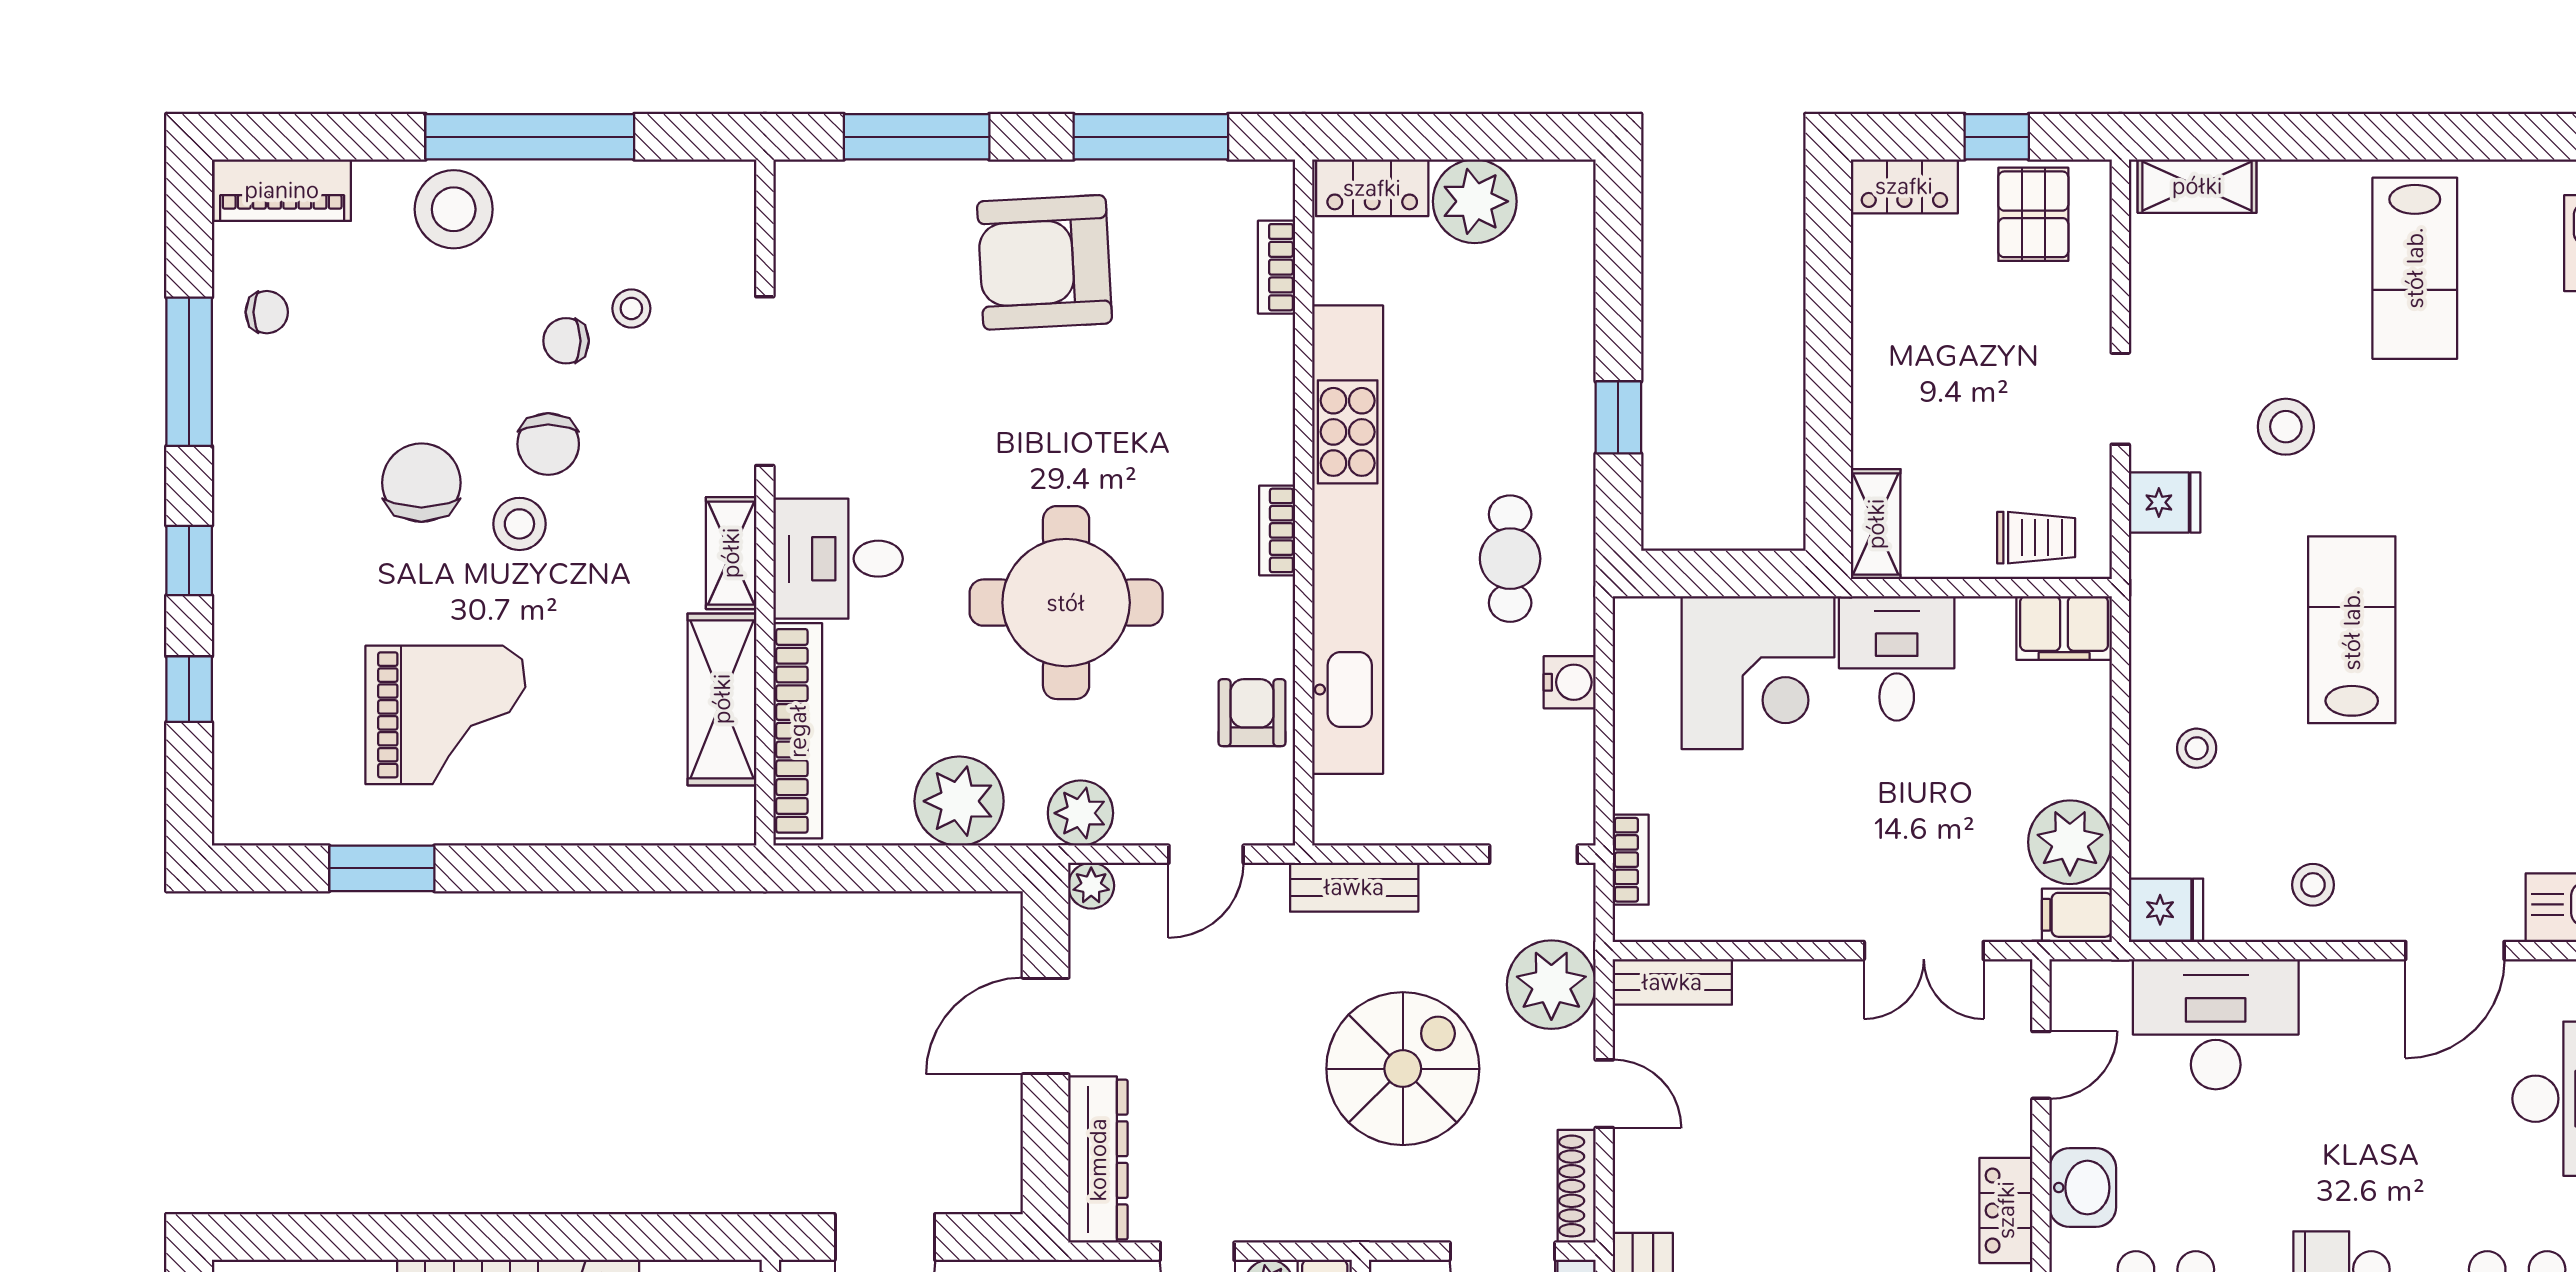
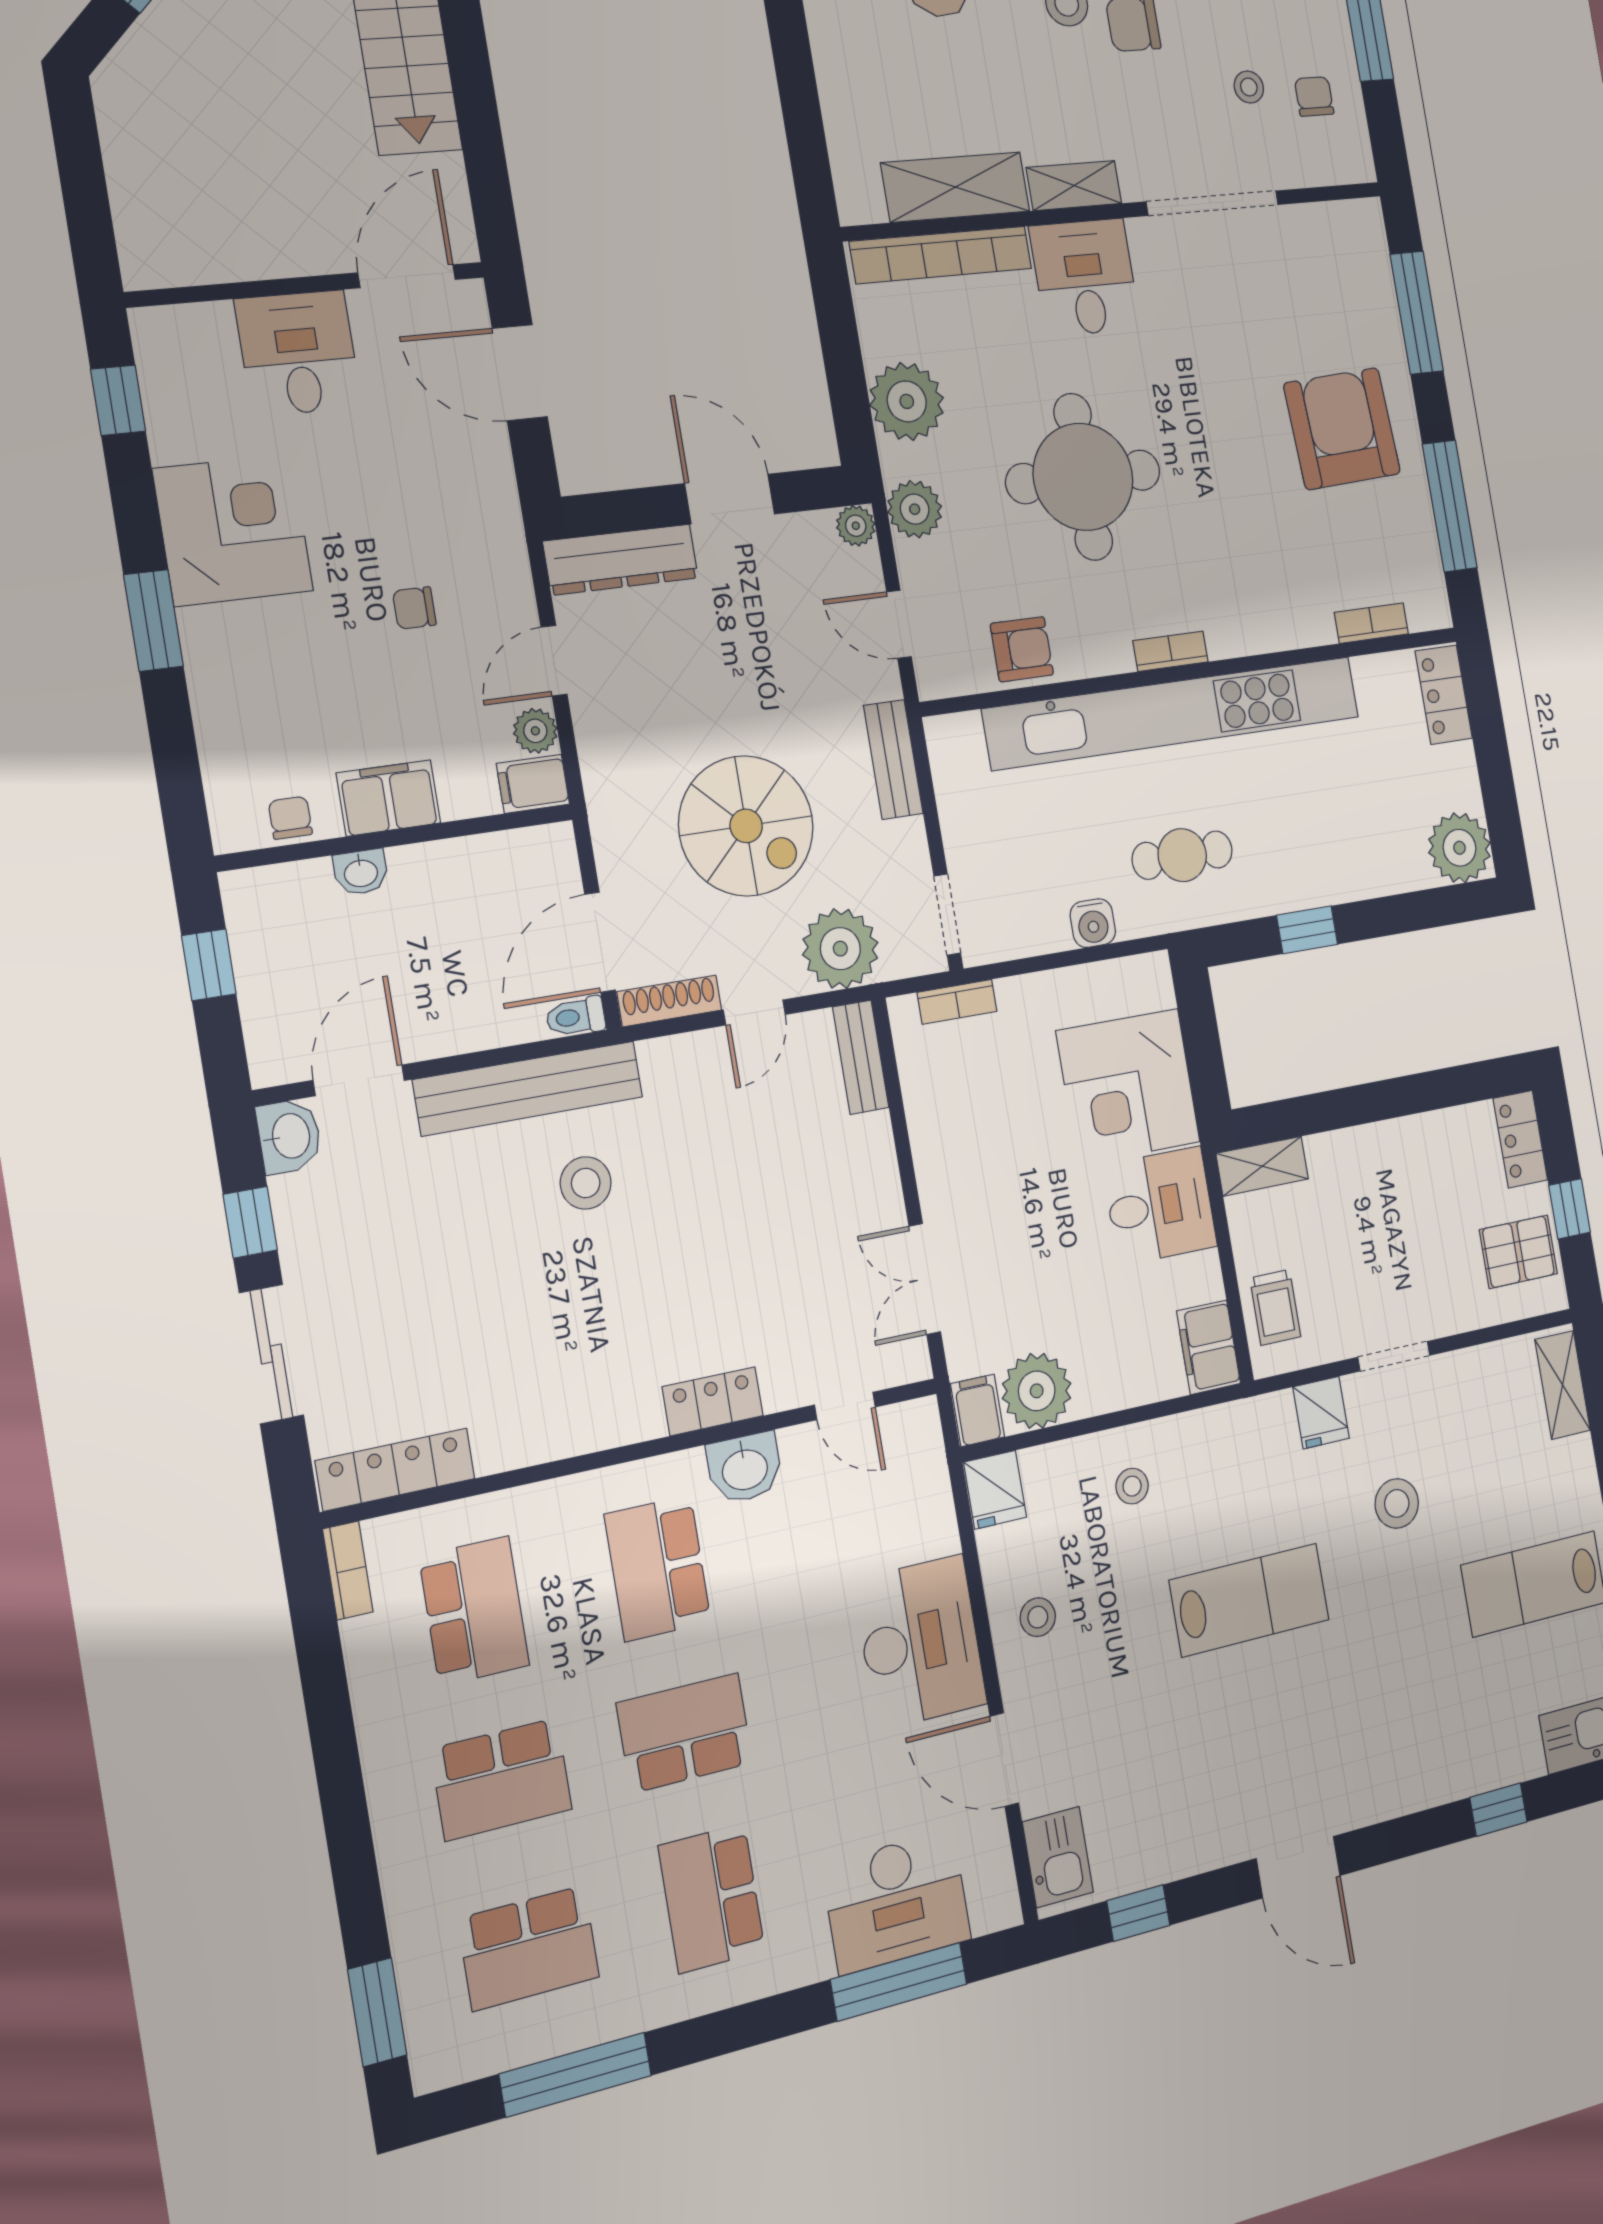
plant: (1475, 201) -> (1460, 848), moved
chair: (566, 341) -> (1314, 96), moved
desk: (2216, 1024) -> (920, 1642), moved

